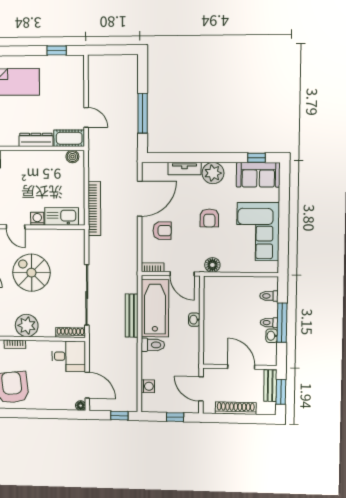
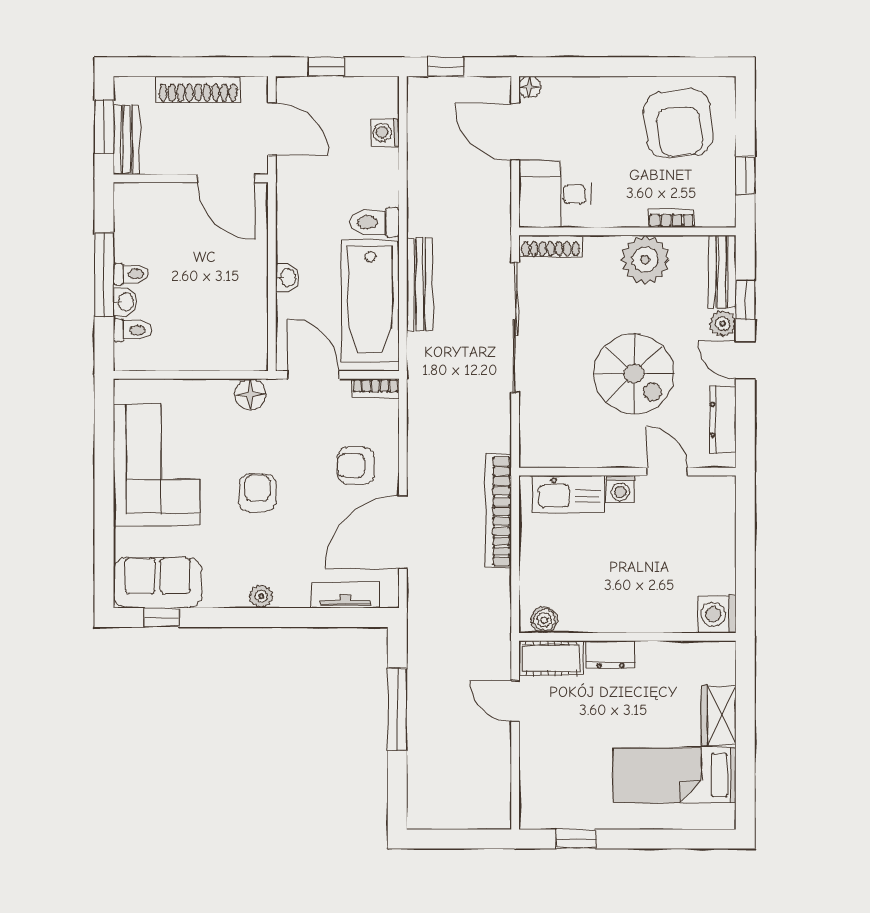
dresser: (36, 140) -> (610, 655), width x0.70
tv unit: (185, 169) -> (345, 595), moved
plant: (213, 173) -> (261, 596), width x0.53, depth x0.53
washbasin: (272, 336) -> (125, 302), moved
door: (241, 367) -> (226, 178), moved

